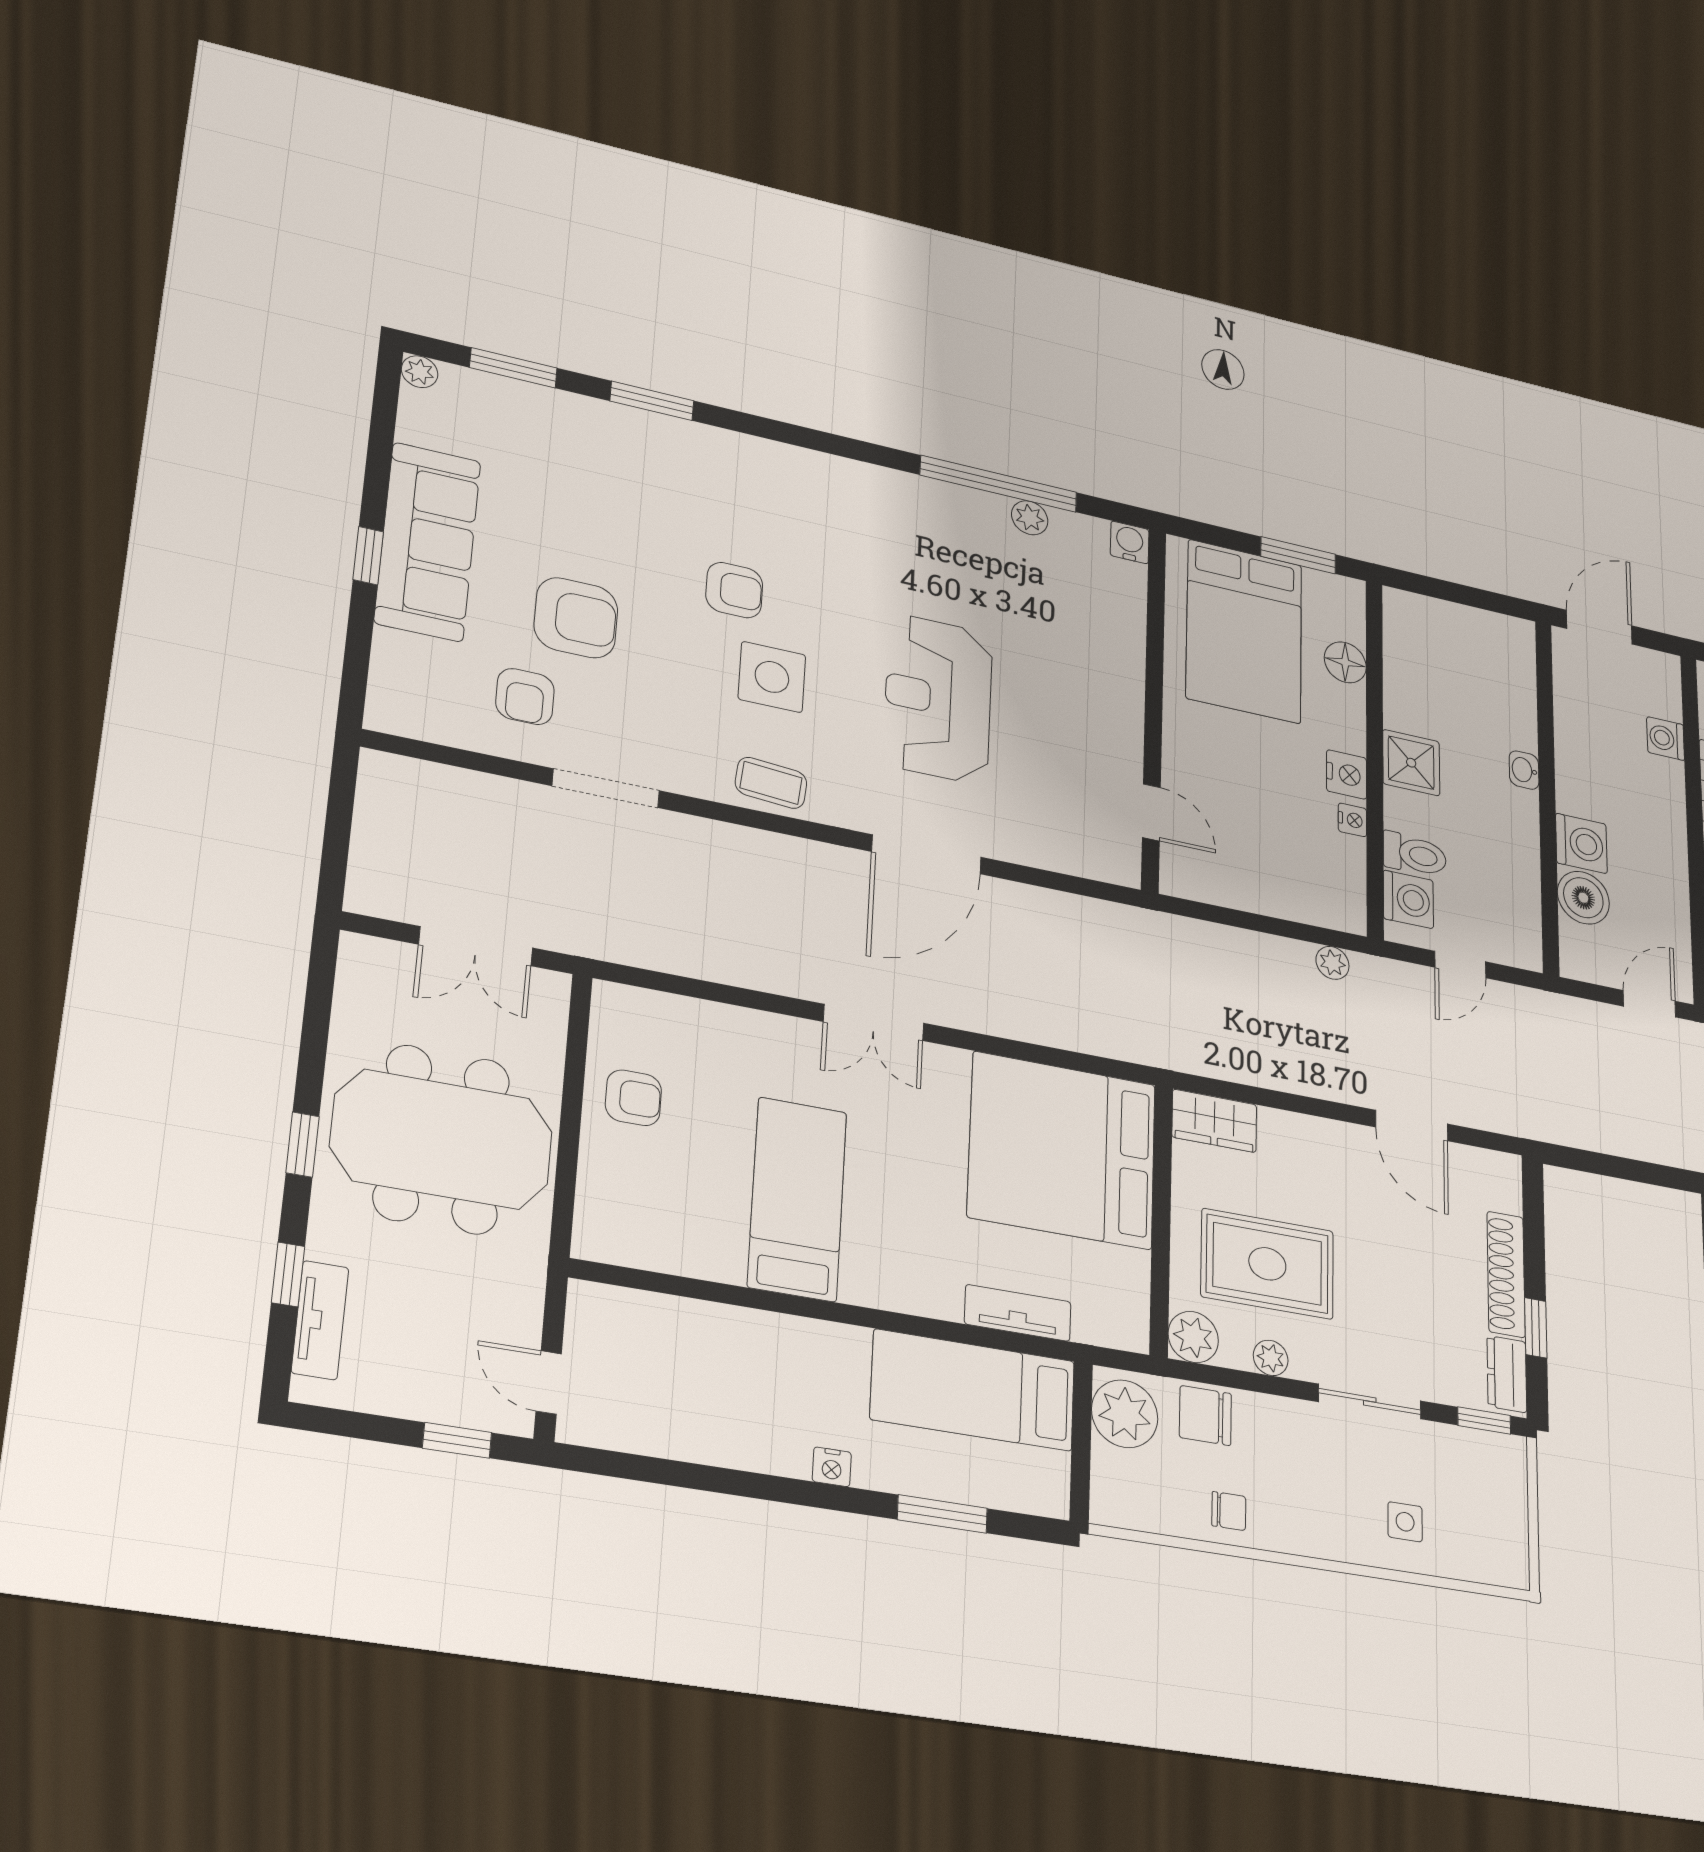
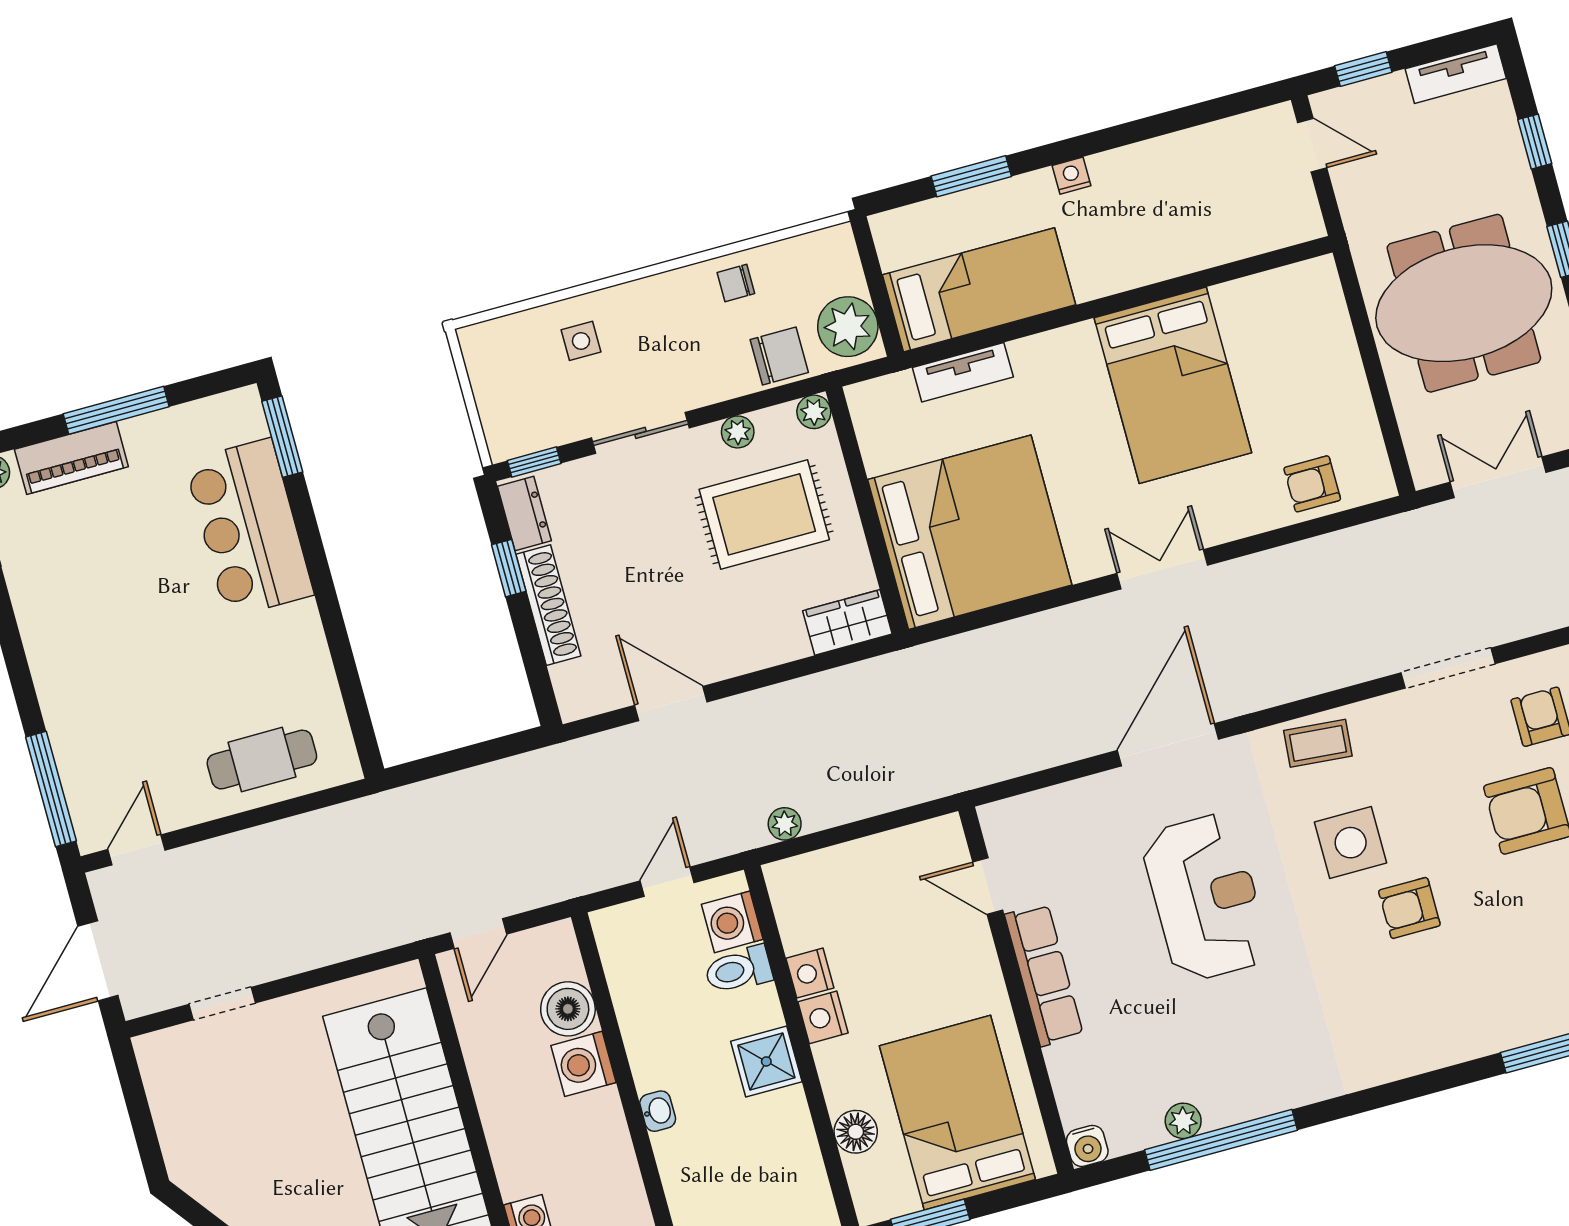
row of seats: (1122, 708) -> (1044, 975), added
nightstand: (1352, 820) -> (810, 973), width x1.39, depth x1.35
armchair: (633, 1098) -> (1312, 484), moved
bed: (797, 1199) -> (1173, 385), width x1.50
tv unit: (320, 1320) -> (1456, 74), moved, turned -90
plant: (1193, 1337) -> (814, 412), width x0.73, depth x0.73

